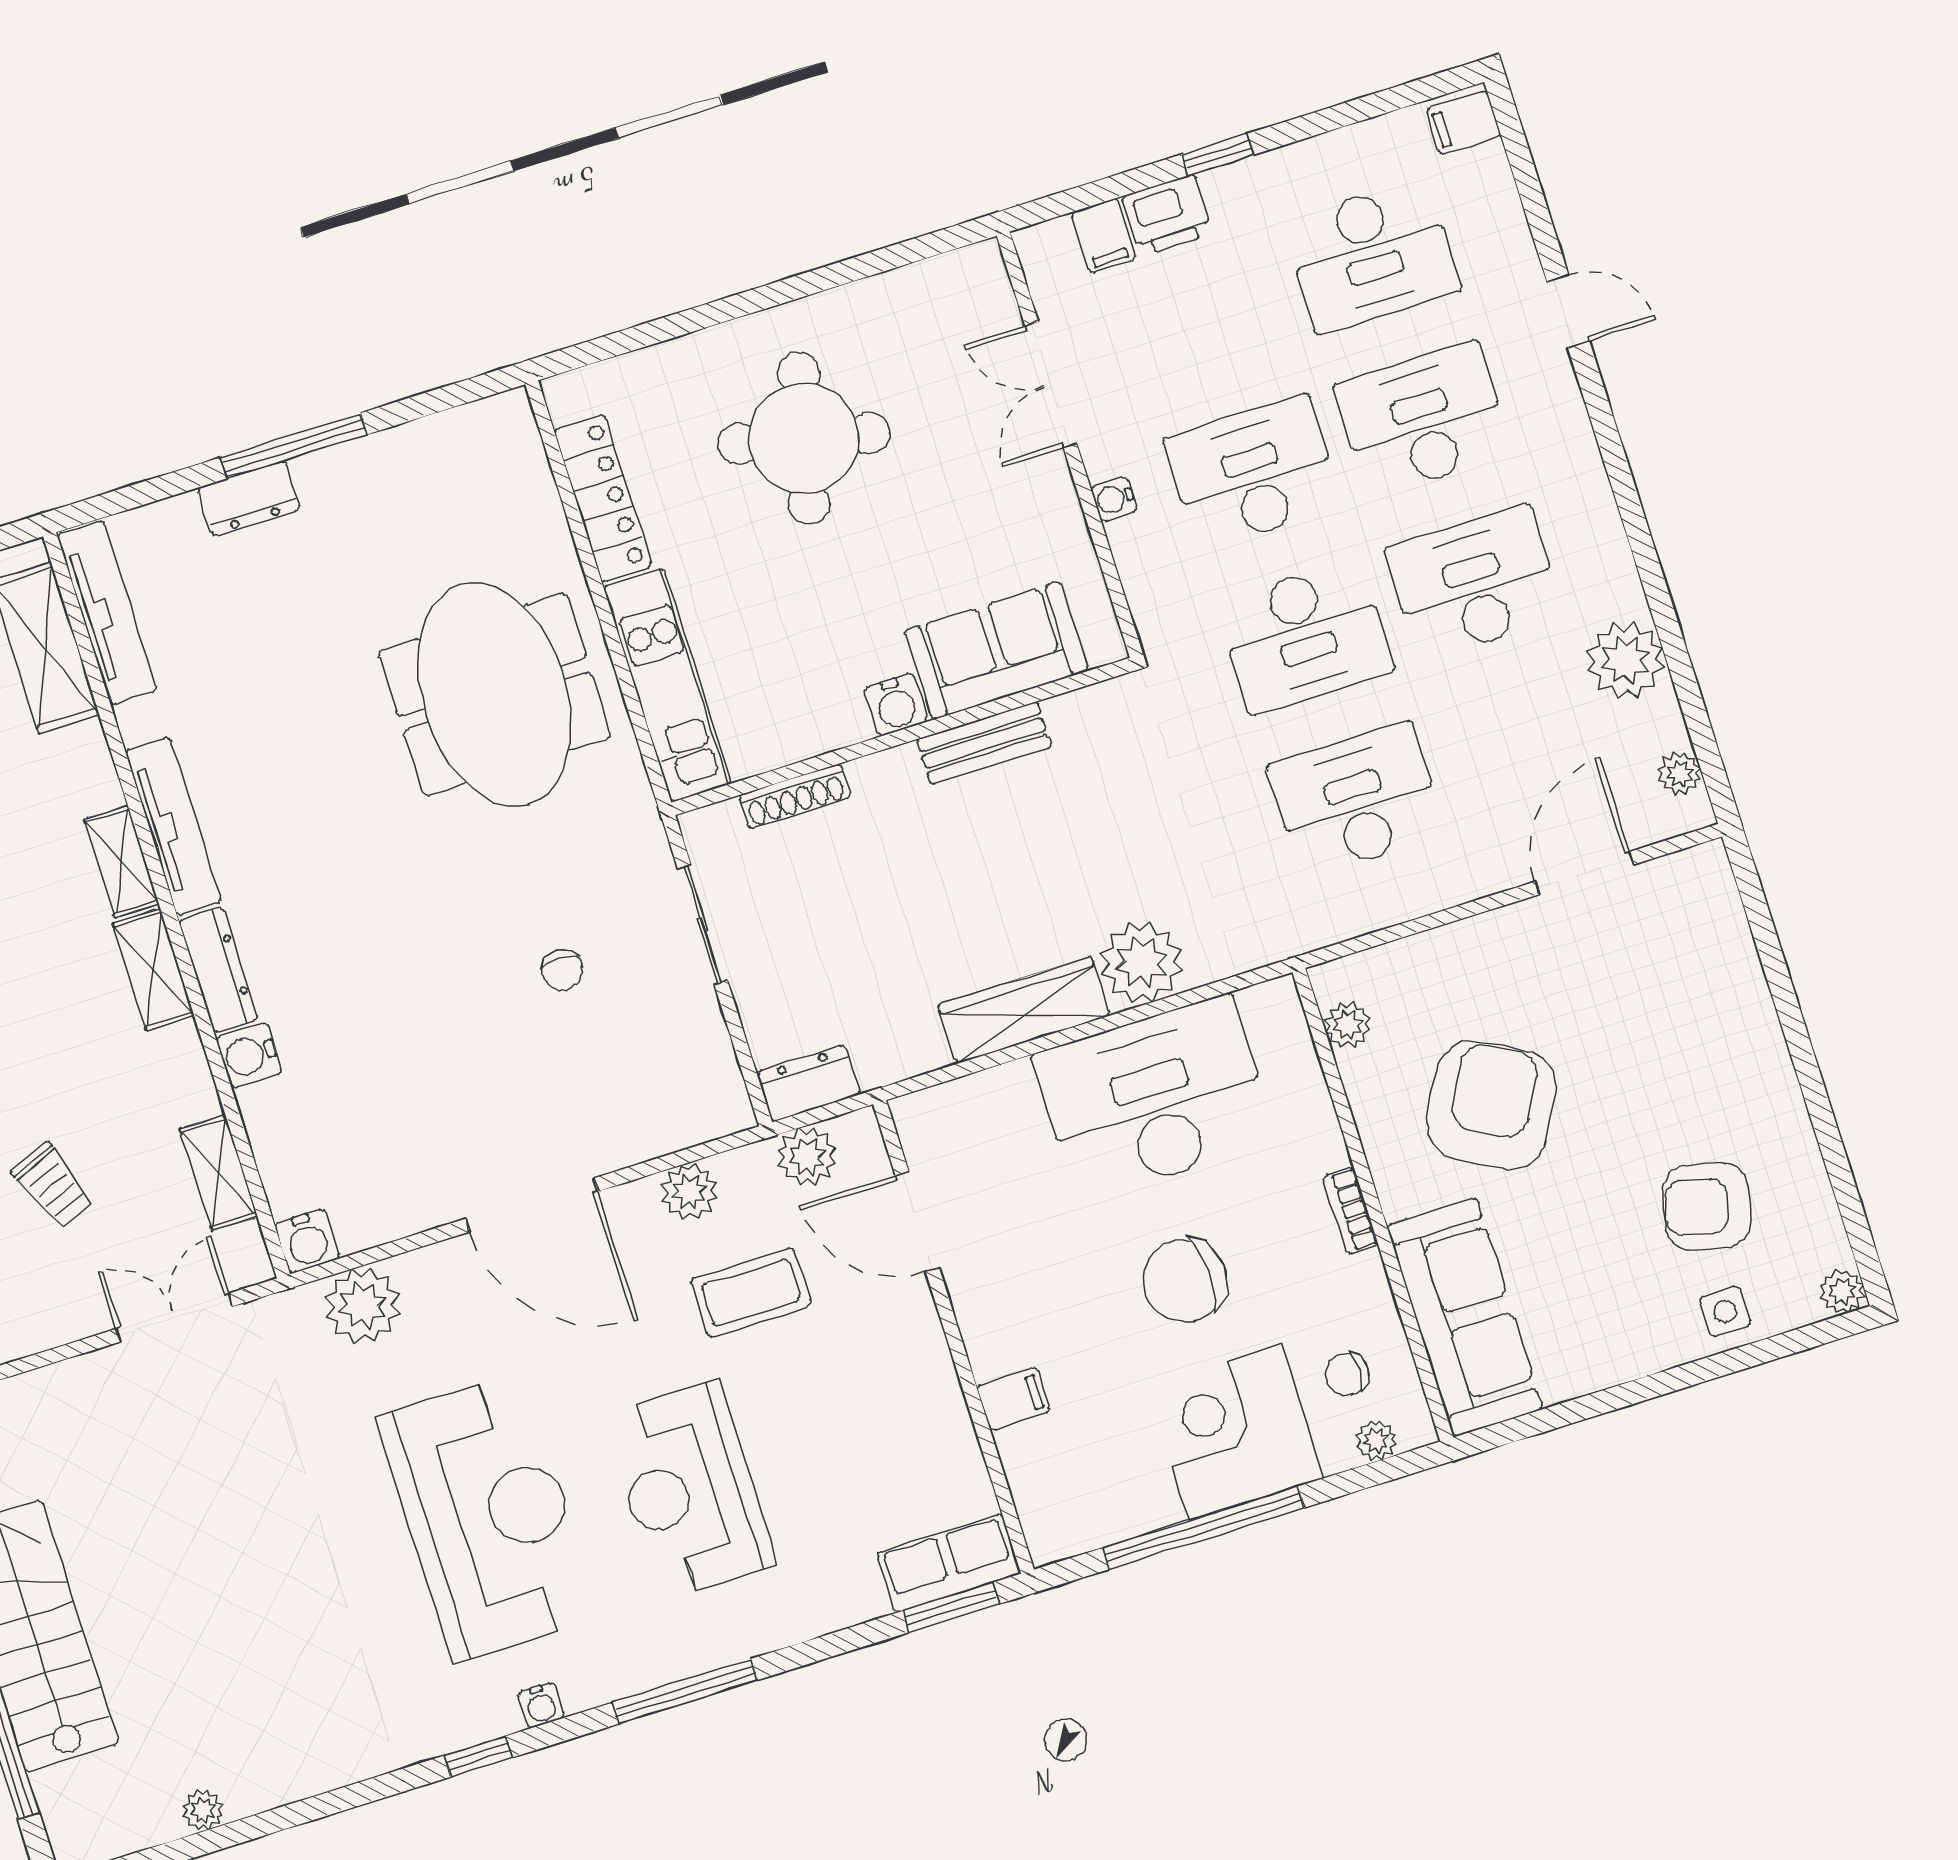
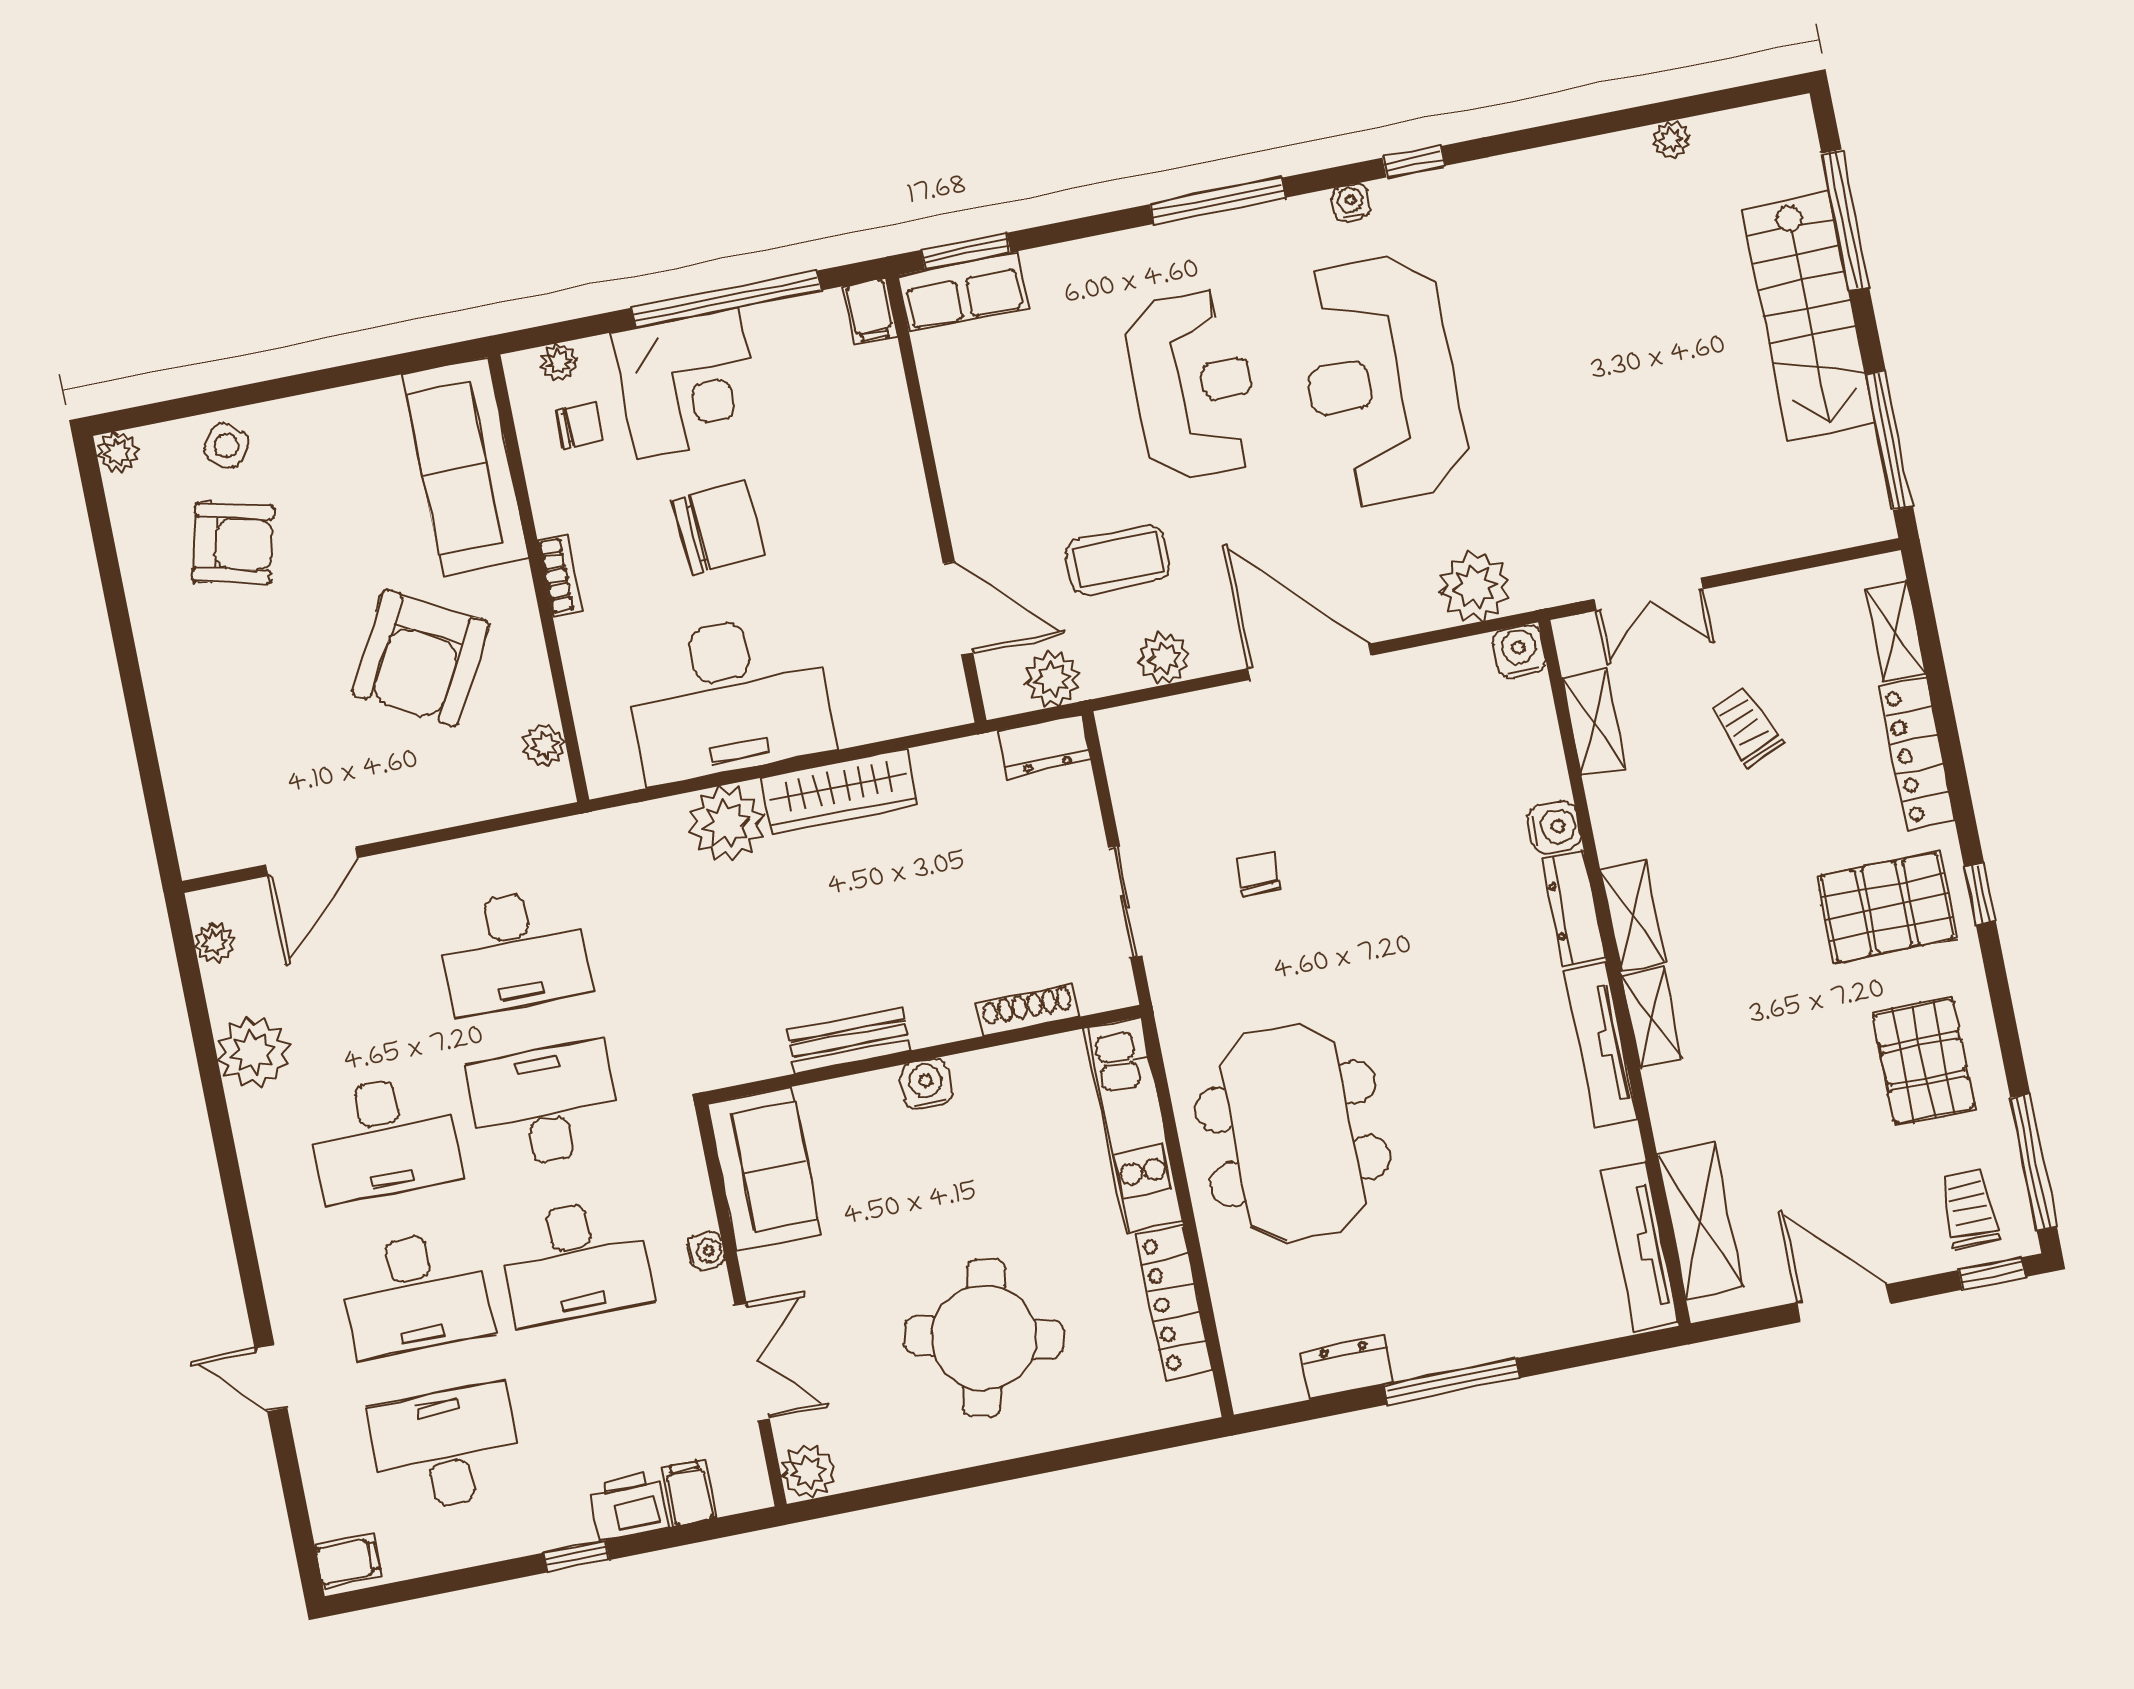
plant: (978, 273) -> (808, 1472), added
dresser: (249, 499) -> (1347, 1368), moved
sofa: (996, 651) -> (764, 1169), moved, turned -90
side table: (1725, 1311) -> (226, 446), turned 36
filing cabinet: (1013, 1399) -> (870, 311), moved, turned -90

